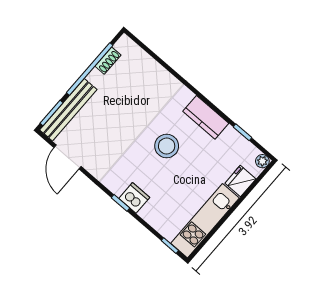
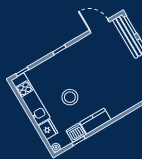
stool: (167, 146) -> (70, 97), moved
dishwasher: (134, 198) -> (76, 133), moved, turned 180

